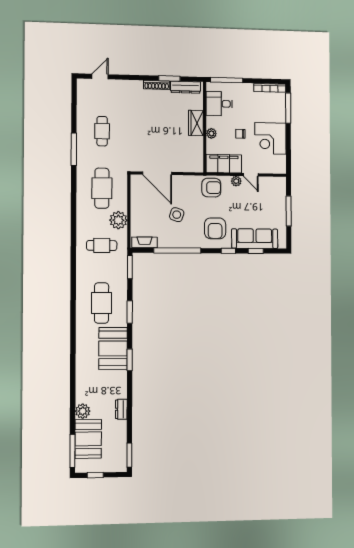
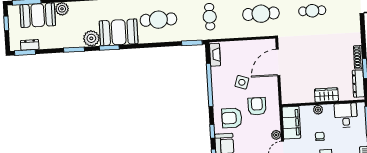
armchair: (211, 188) -> (257, 106), moved, turned 180
plant: (118, 220) -> (91, 38), moved
window: (130, 312) -> (74, 50), moved
dresser: (121, 409) -> (30, 45), moved

